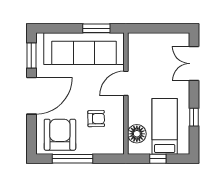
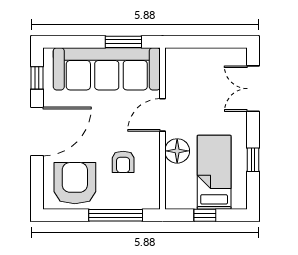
window: (31, 55) -> (37, 78), width x0.67
armchair: (96, 119) -> (123, 162), turned 91
floor lamp: (137, 134) -> (177, 151), moved
window: (72, 159) -> (116, 215), moved

